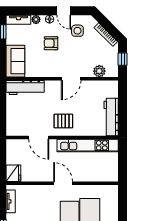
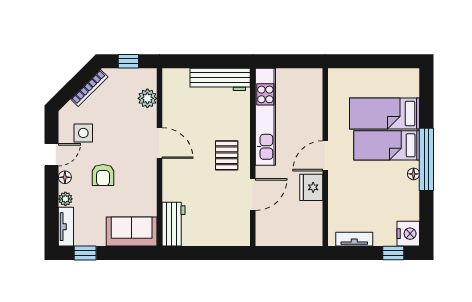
workbench: (25, 88) -> (173, 224), width x0.73
fridge: (13, 173) -> (311, 187), moved, turned -90

